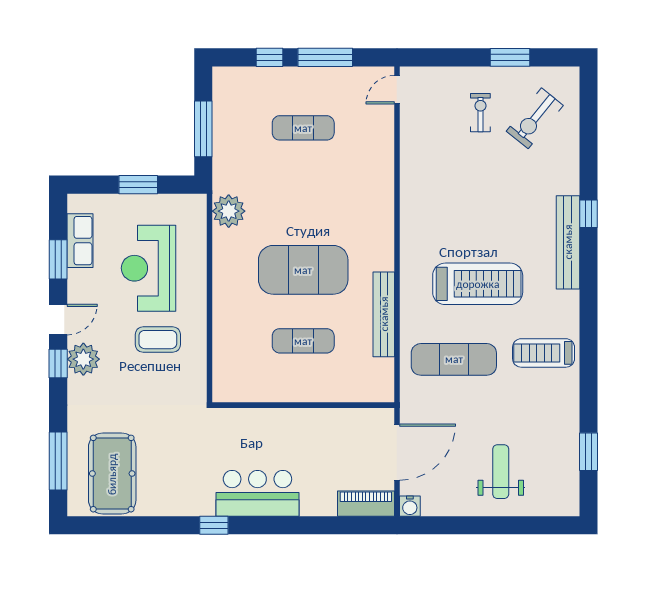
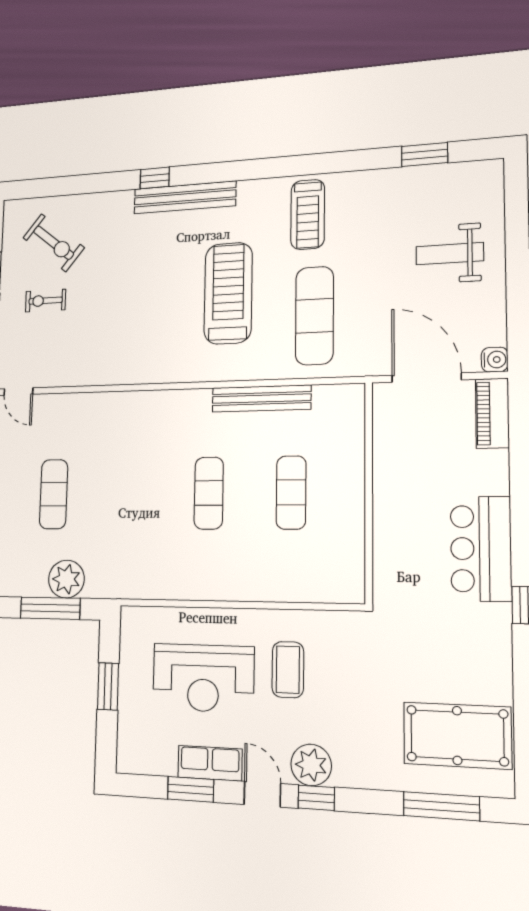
plant: (229, 211) -> (66, 579), moved
row of seats: (80, 241) -> (210, 763), moved
exercise mat: (303, 270) -> (209, 493), width x0.50, depth x0.69

